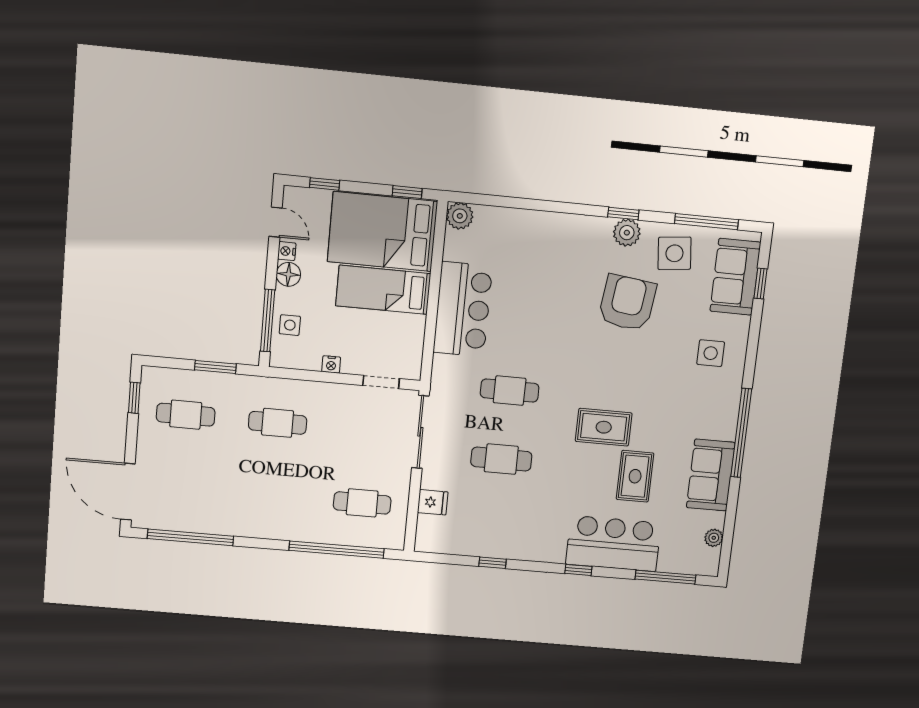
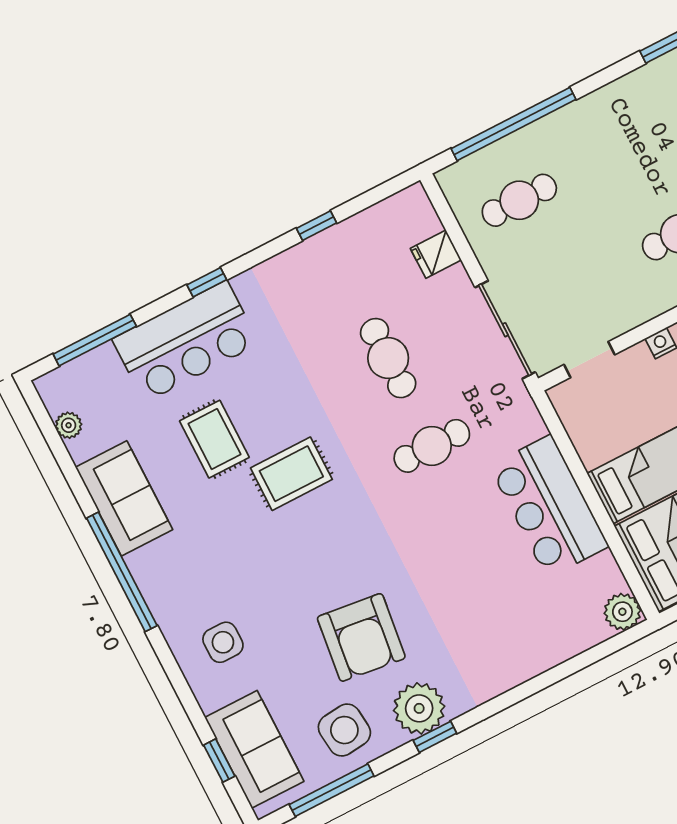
plant: (627, 233) -> (419, 708), width x1.36, depth x1.36
cafe table: (501, 459) -> (388, 358), turned 90

